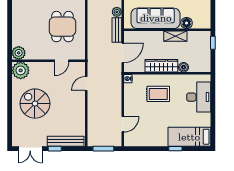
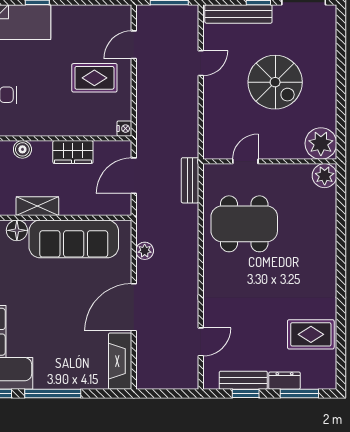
dining table: (62, 27) -> (244, 224), width x1.38
bench: (117, 30) -> (190, 180), moved
wardrobe: (161, 66) -> (73, 152), width x0.67
door: (86, 83) -> (201, 63), moved
rug: (158, 94) -> (94, 78), moved
spiral stairs: (35, 104) -> (275, 82), moved

